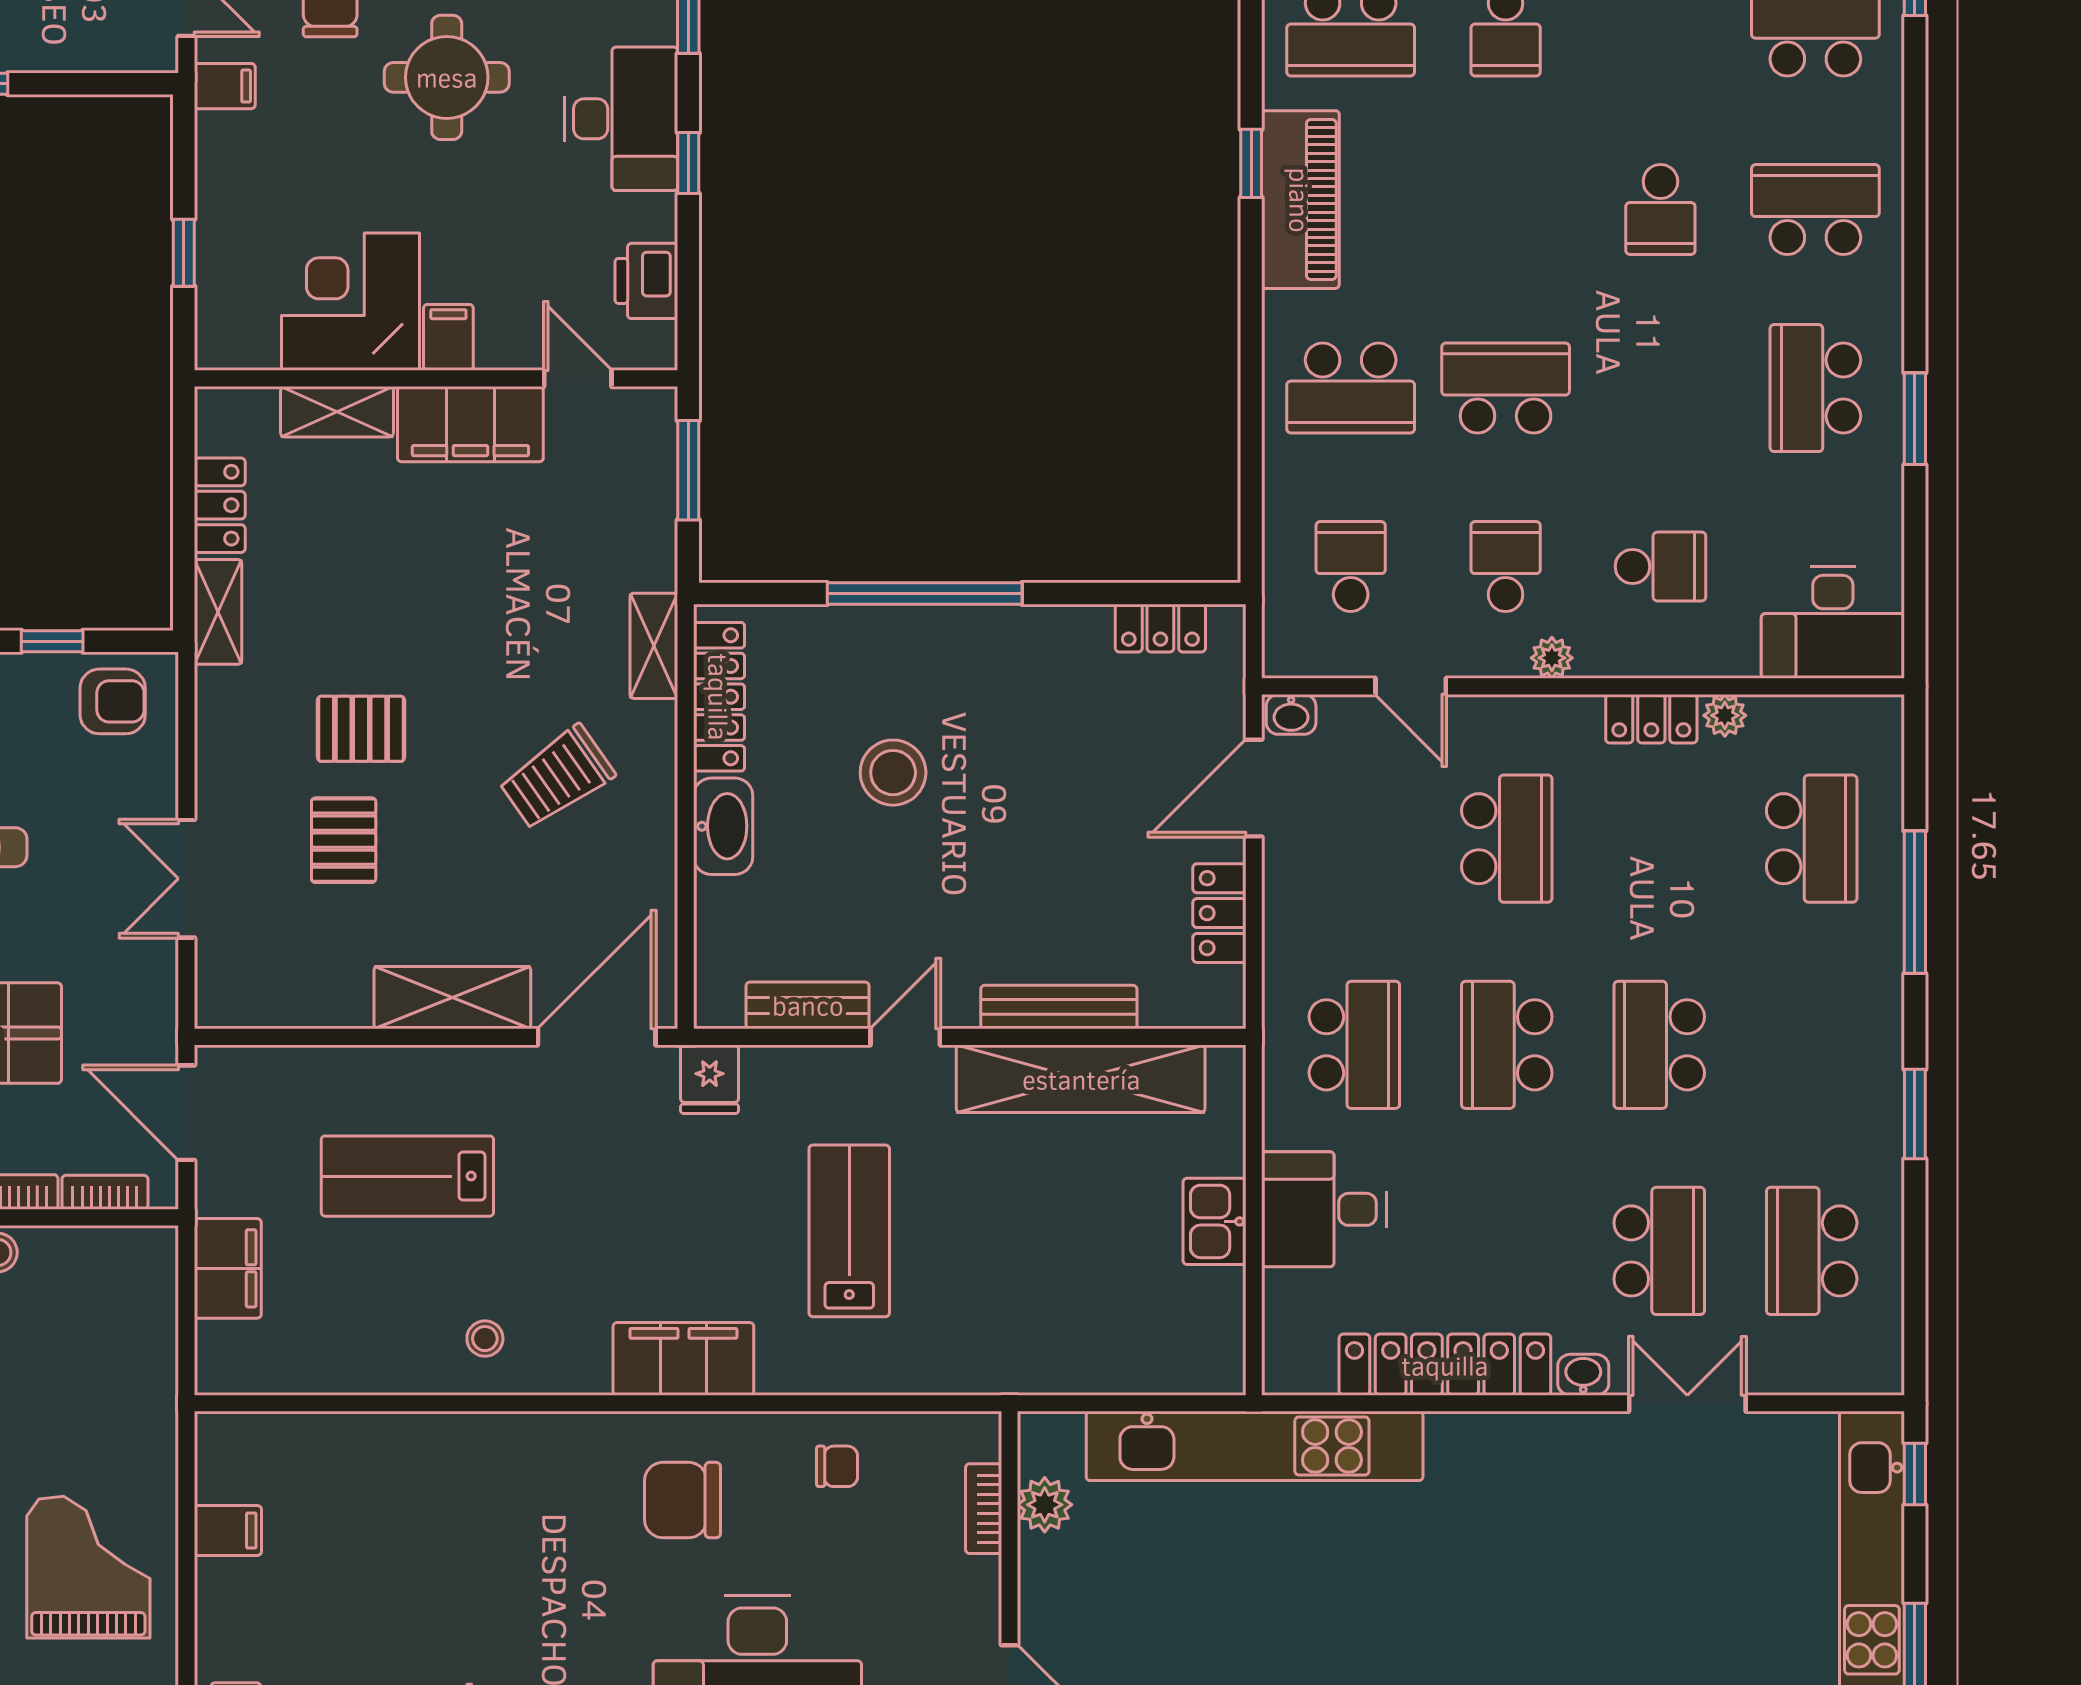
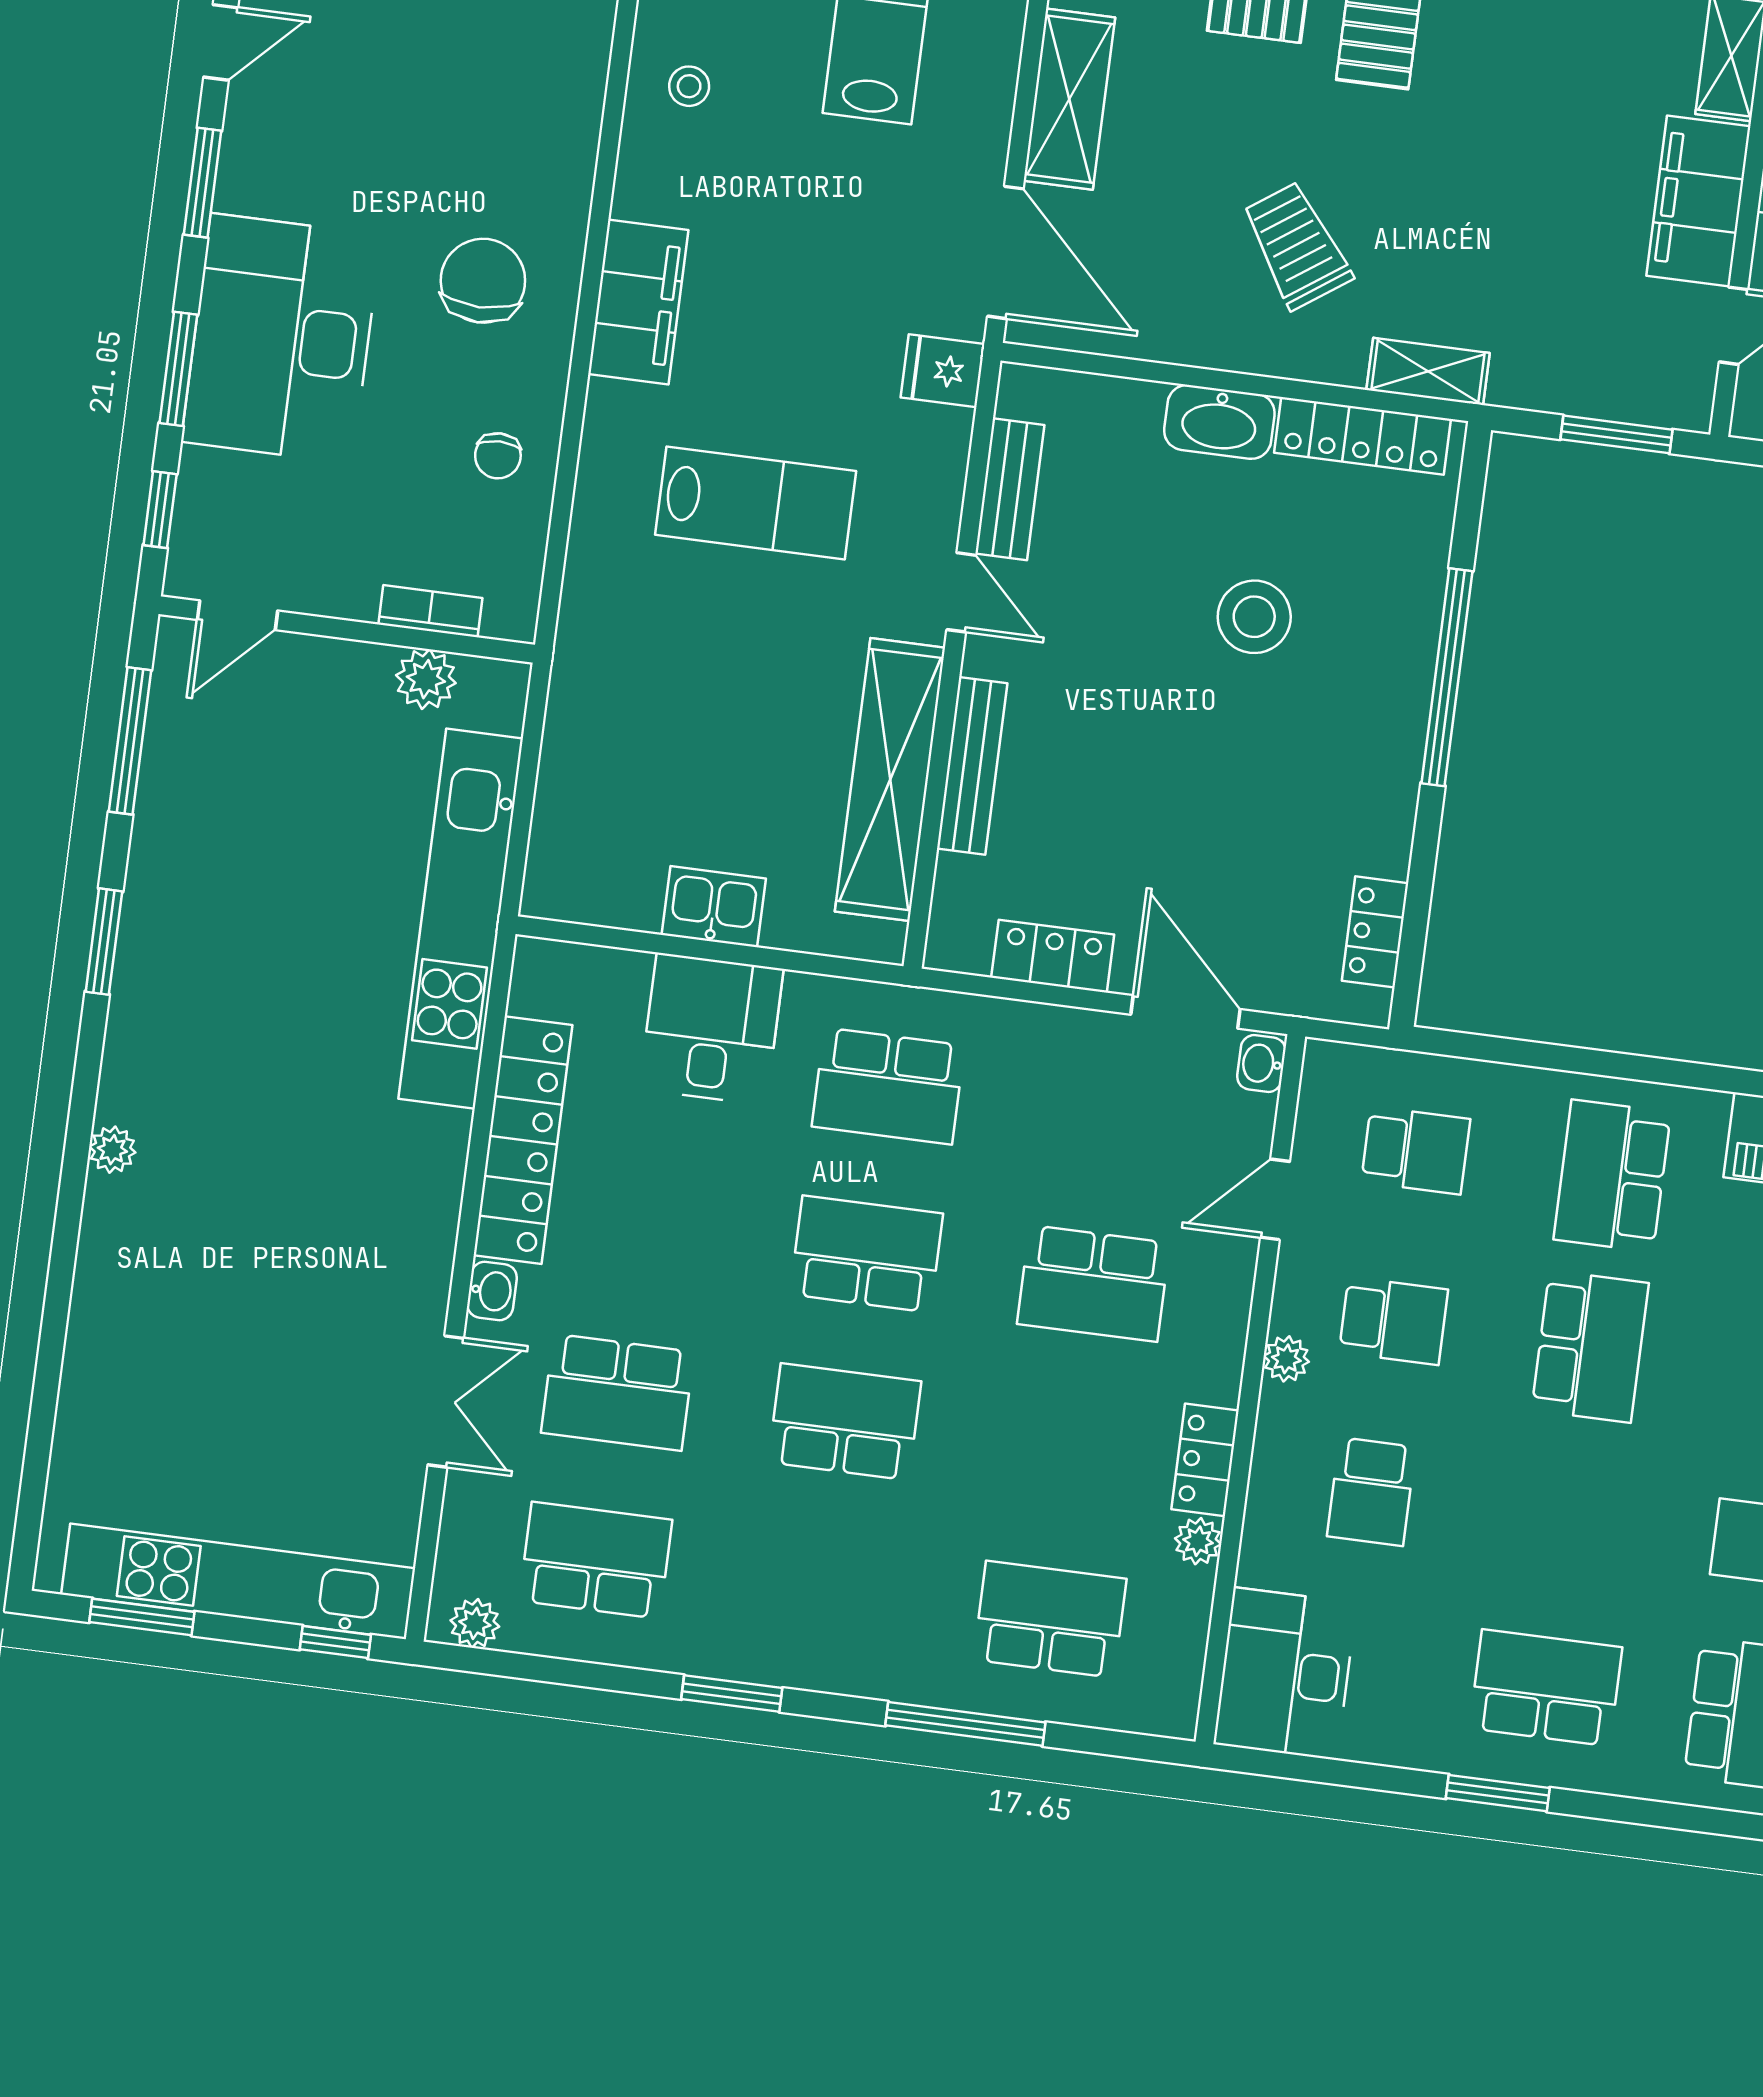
school desk: (1812, 839) -> (1050, 1619), turned 180
plant: (1882, 1352) -> (475, 1623), added

